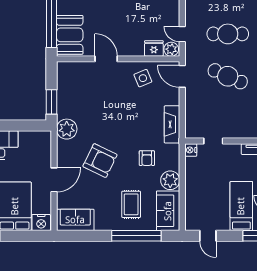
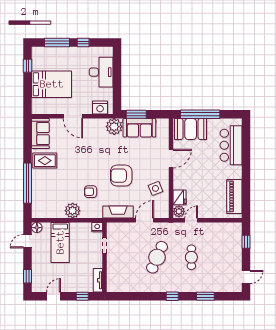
cafe table: (228, 34) -> (191, 257), width x0.73, depth x0.74
door: (182, 76) -> (145, 220), moved
armchair: (100, 161) -> (121, 176), moved, turned 64
rug: (131, 204) -> (45, 161), moved
bed: (241, 206) -> (60, 242), moved, turned 90
sofa: (168, 211) -> (139, 128), moved, turned 180
nightstand: (41, 223) -> (100, 108), moved, turned -90
floor lamp: (191, 224) -> (37, 228), added

